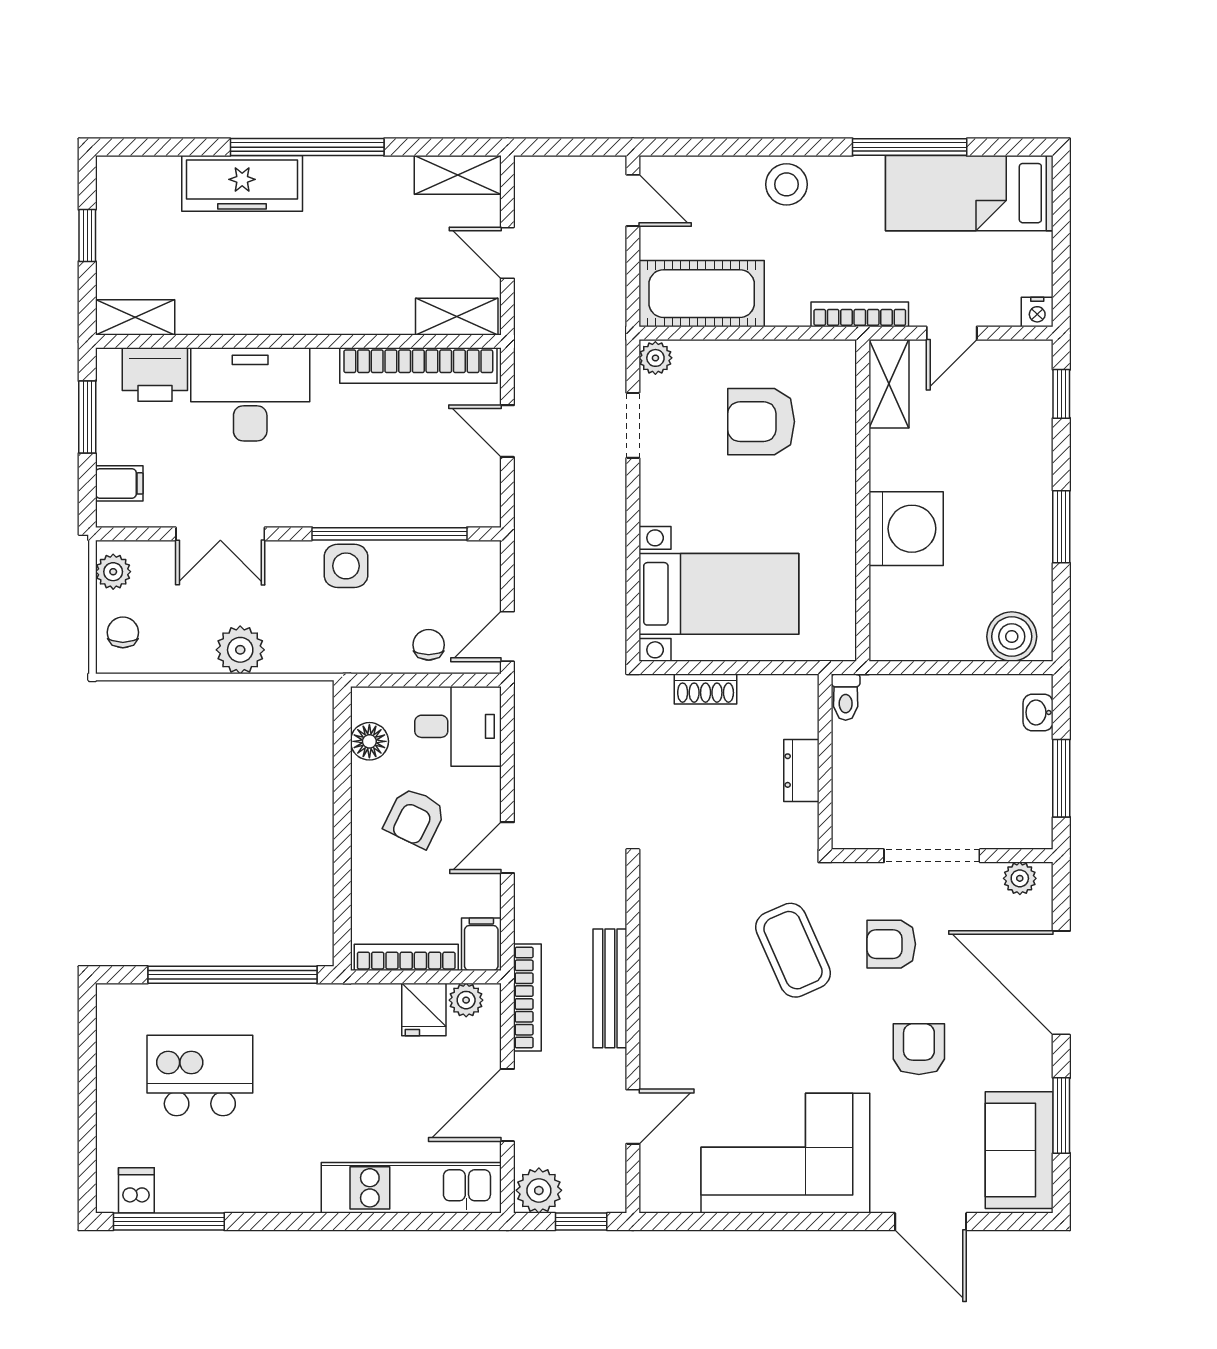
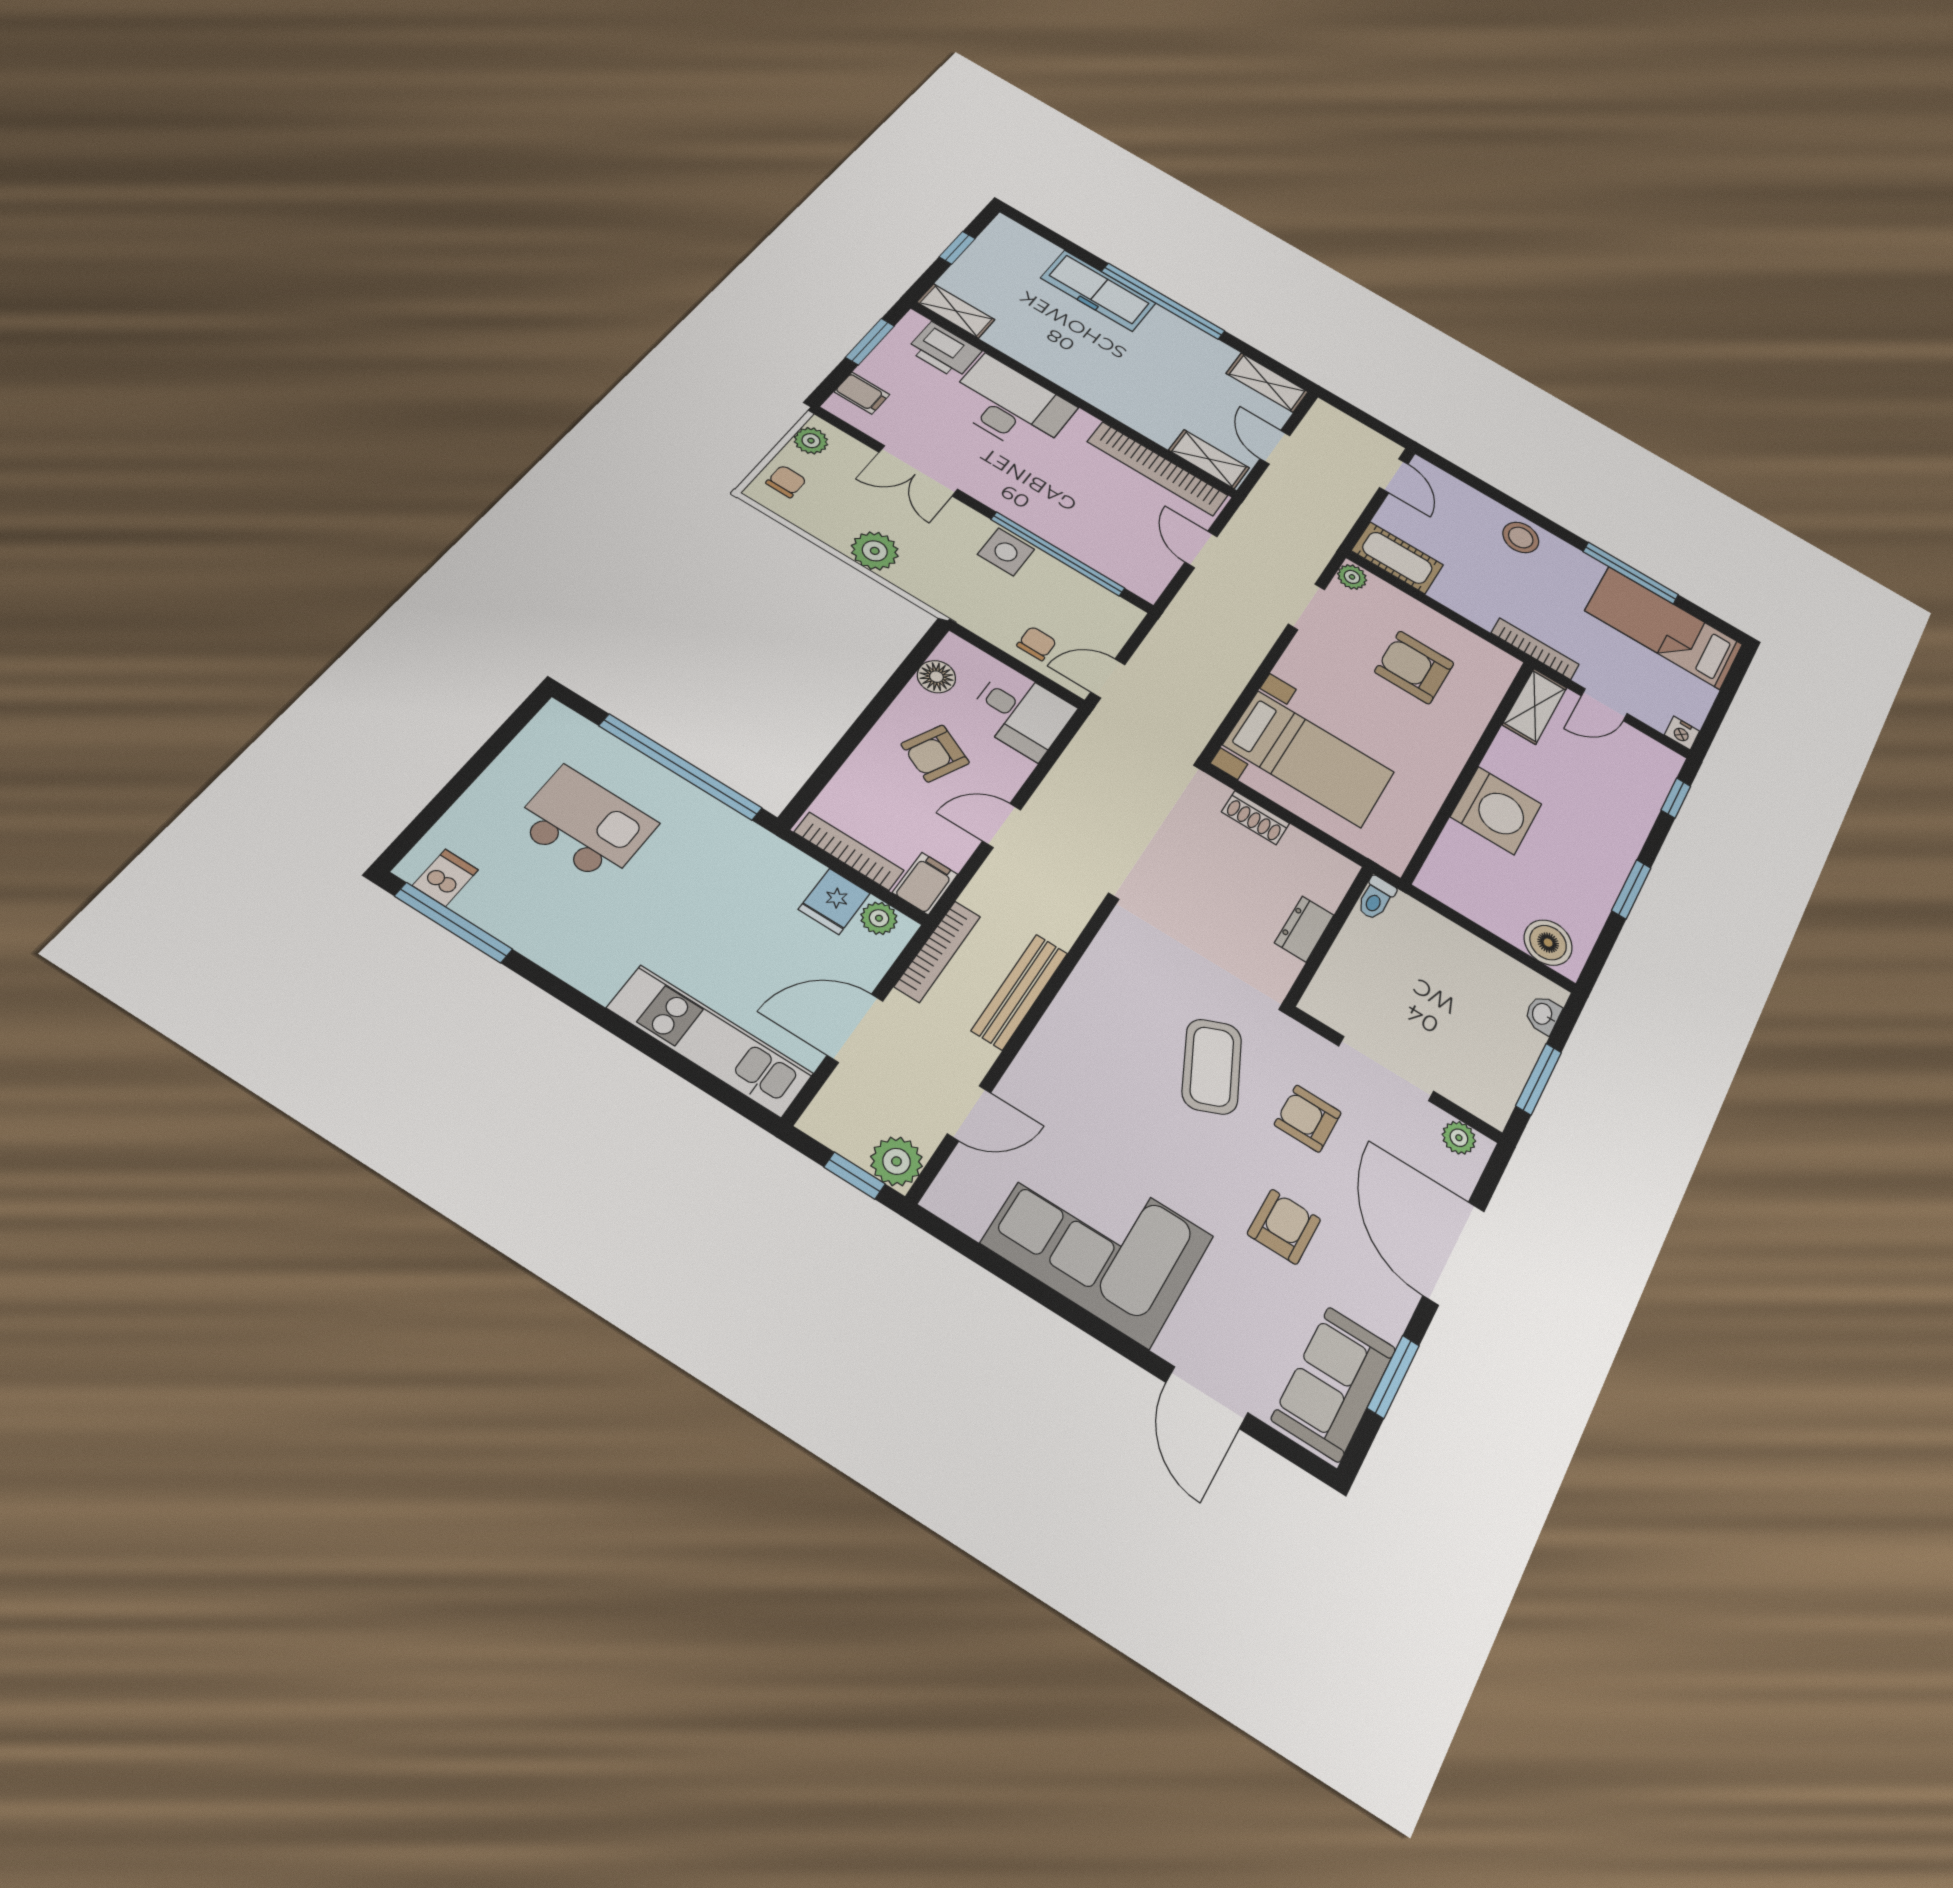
cot: (702, 294) -> (1397, 558), width x0.73, depth x0.75
plant: (539, 1190) -> (896, 1161), moved

